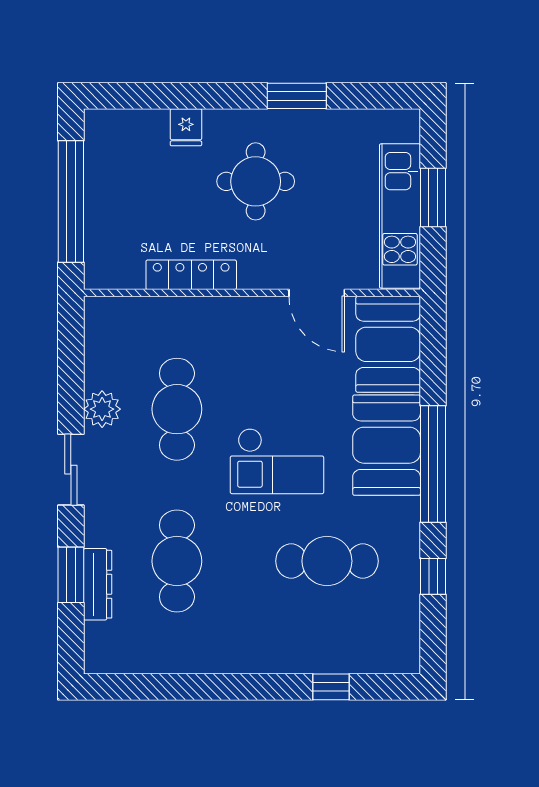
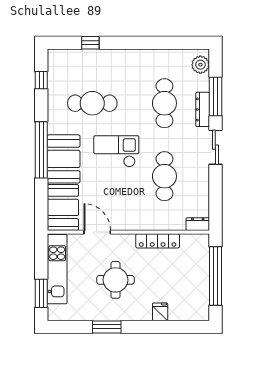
round table: (256, 181) -> (115, 280), moved
window: (433, 197) -> (41, 293), moved
dresser: (108, 310) -> (198, 224), added
plant: (102, 409) -> (200, 65), moved
window: (71, 575) -> (215, 97), width x1.44
window: (433, 576) -> (41, 80), moved
dresser: (98, 584) -> (203, 109), moved

